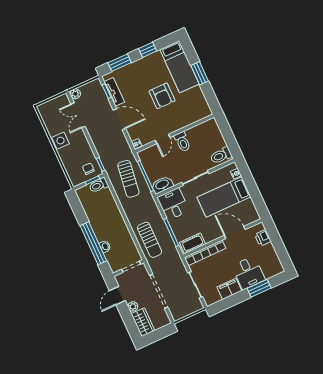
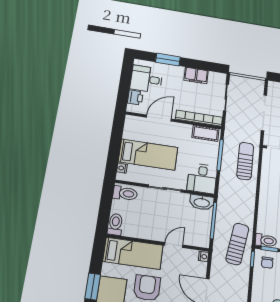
bed: (187, 114) -> (133, 253), added
toilet: (182, 142) -> (115, 224), moved
sun lounger: (128, 179) -> (237, 244), moved
door: (235, 232) -> (159, 118), swing flipped
desk: (249, 273) -> (146, 79), moved, turned -90

